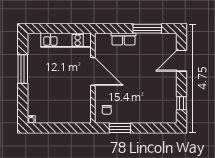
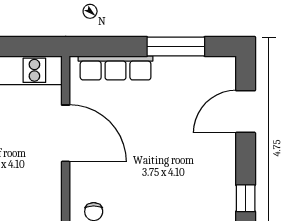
row of seats: (123, 39) -> (116, 68), width x1.48

